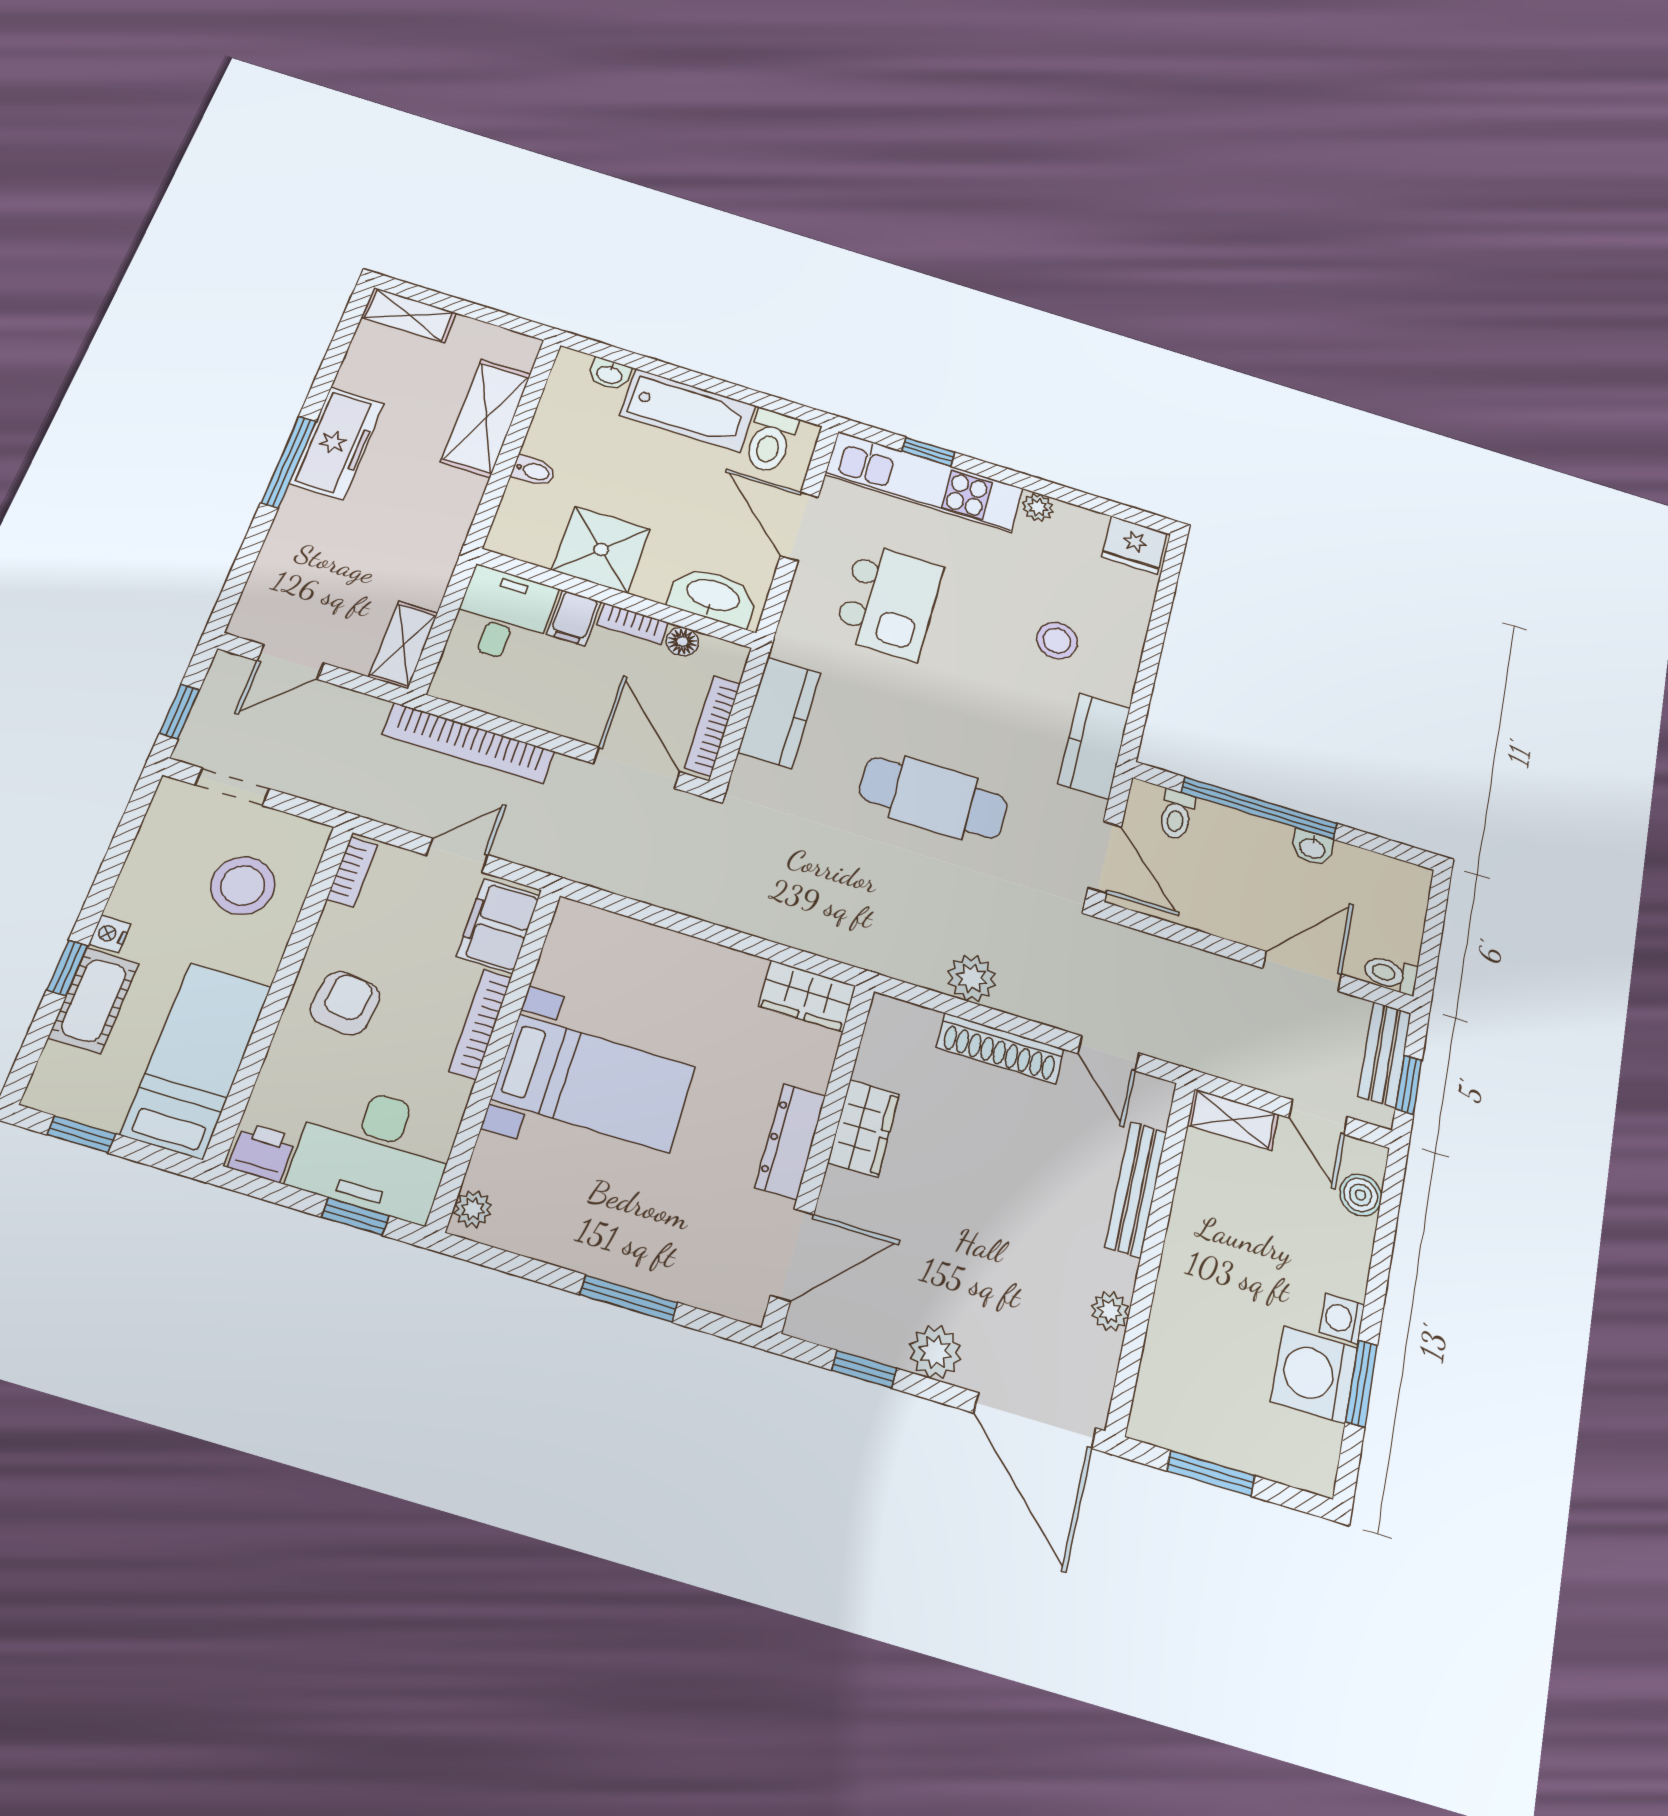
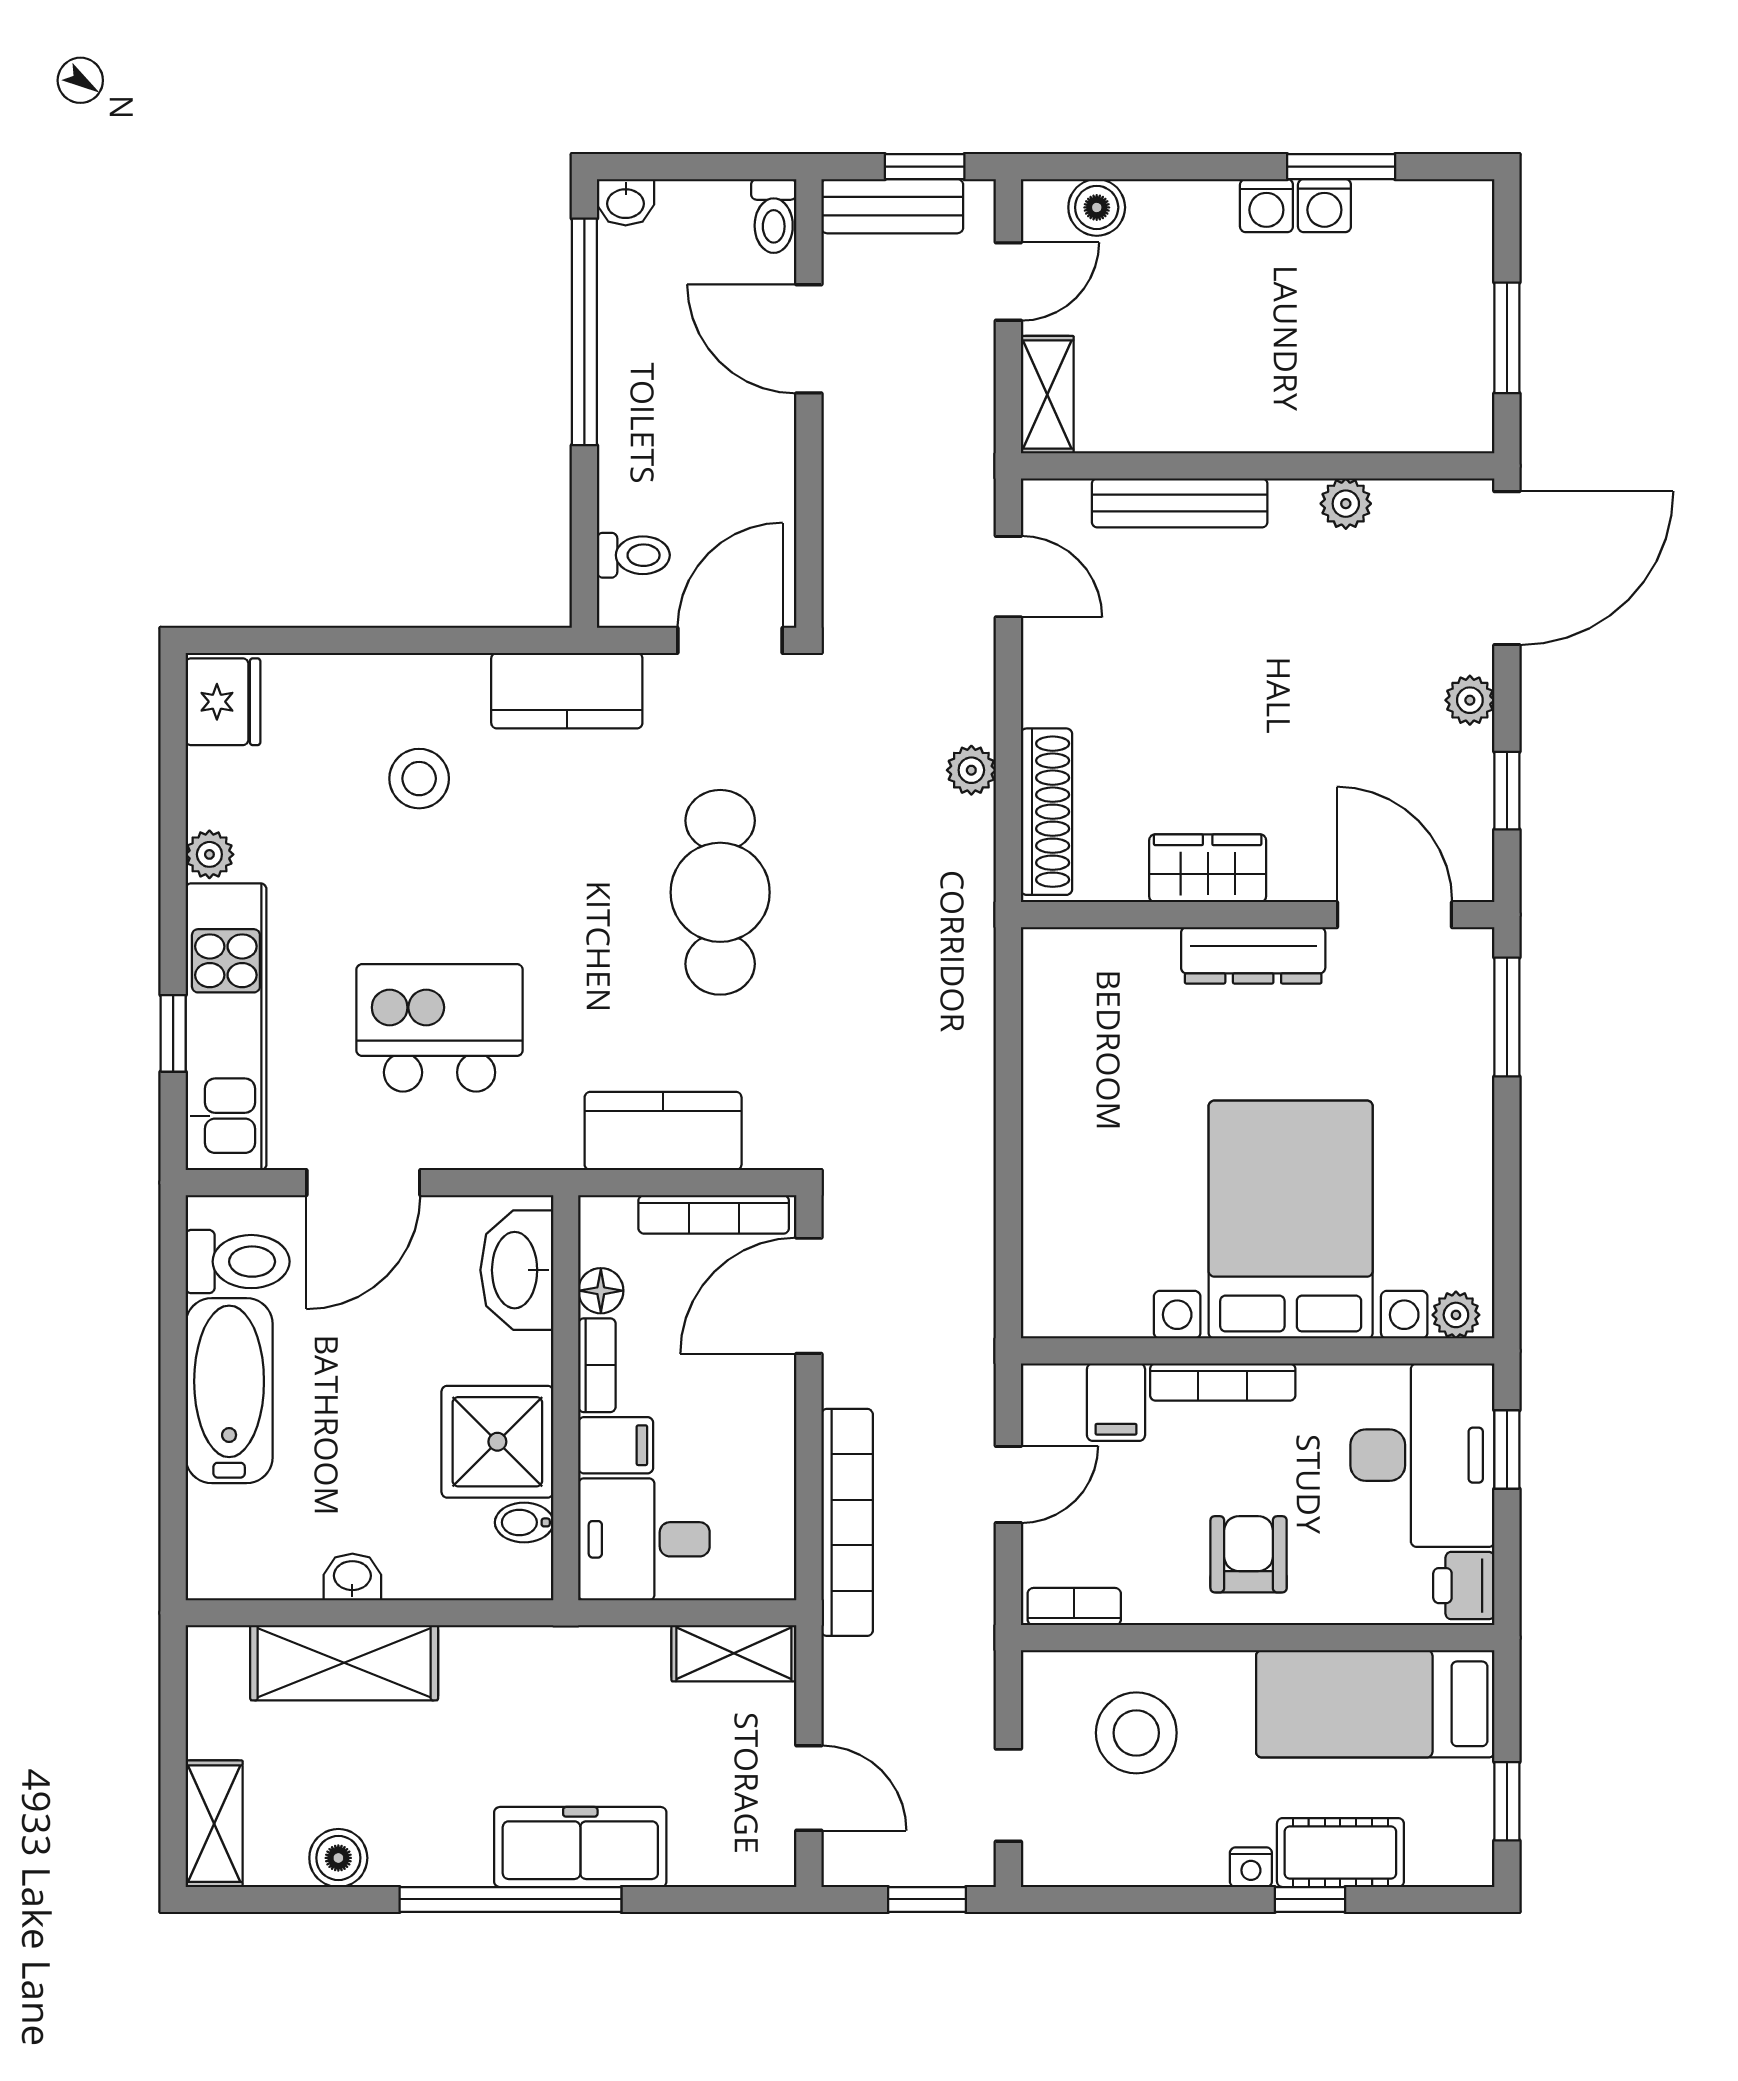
washbasin: (610, 374) -> (352, 1577), moved, turned -90
boiler: (358, 375) -> (338, 1858), added
freezer: (337, 443) -> (580, 1847), moved
window: (289, 462) -> (511, 1899), width x1.46
bidet: (534, 471) -> (524, 1522), moved, turned -90
window: (1259, 808) -> (584, 332), moved
washbasin: (1312, 848) -> (626, 202), moved, turned 90
door: (457, 855) -> (1008, 1484), swing flipped
filing cabinet: (498, 926) -> (1116, 1402), width x0.50
plant: (972, 978) -> (971, 770), width x0.73, depth x0.73
wardrobe: (807, 996) -> (1055, 986), removed
armchair: (345, 1003) -> (1249, 1554), turned 83
shoe rack: (1000, 1048) -> (1046, 812), moved
door: (1109, 1053) -> (1008, 577), hinge flipped
bed with nightstands: (594, 1083) -> (1291, 1220), width x1.36
window: (629, 1299) -> (1507, 1017), moved
plant: (935, 1352) -> (1470, 700), width x0.73, depth x0.73
washing machine: (1314, 1375) -> (1324, 206), width x0.53, depth x0.53

